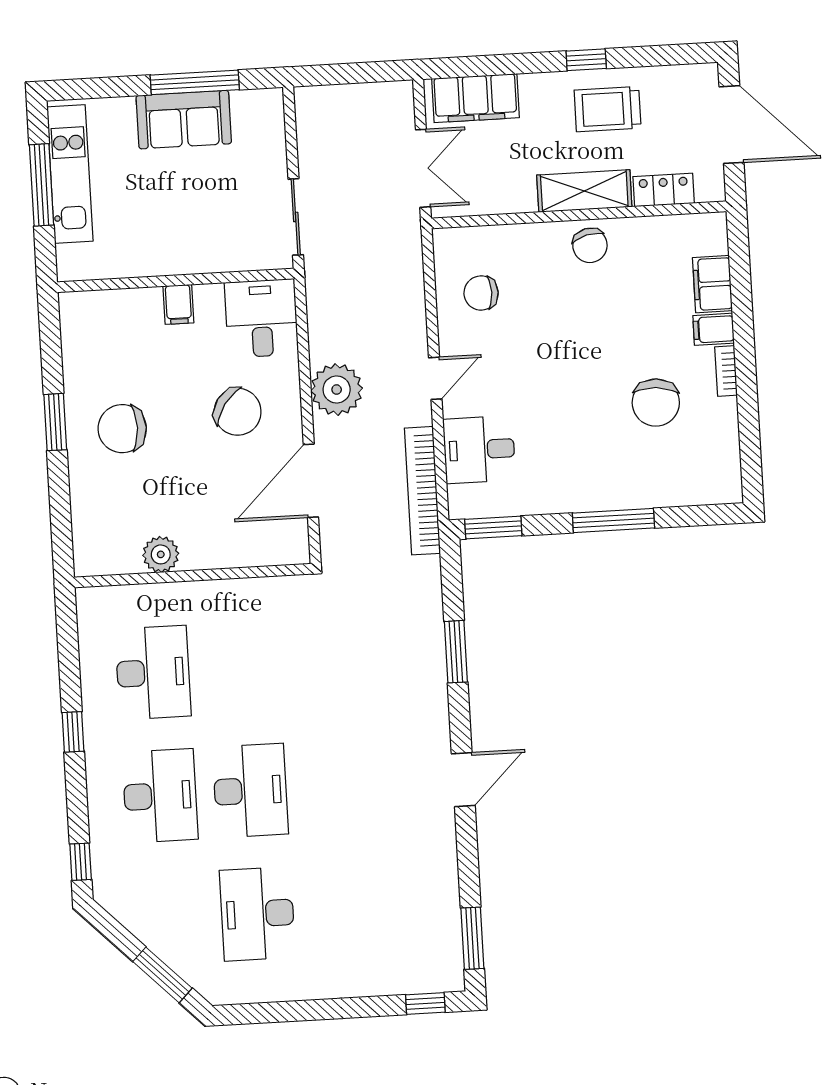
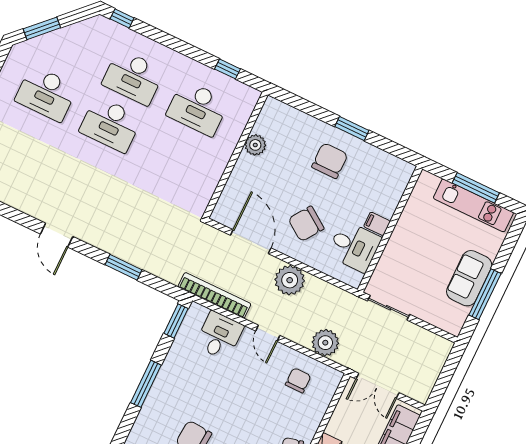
plant: (401, 283) -> (325, 343), added
desk: (261, 318) -> (354, 246), moved
window: (73, 732) -> (227, 69), moved
desk: (257, 914) -> (46, 93), turned 180

